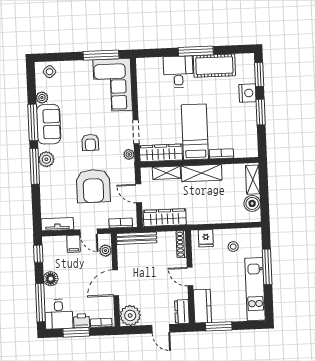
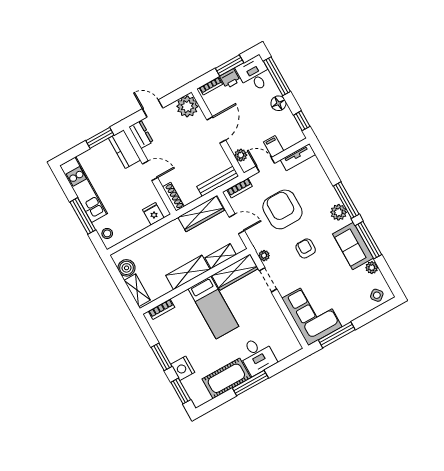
bookcase: (221, 154) -> (161, 309), moved
stool: (233, 247) -> (107, 233), moved

